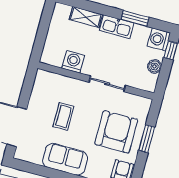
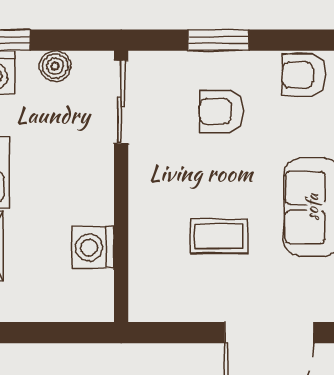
sliding door: (107, 84) -> (121, 102), moved
armchair: (116, 132) -> (221, 111), width x0.53, depth x0.53

